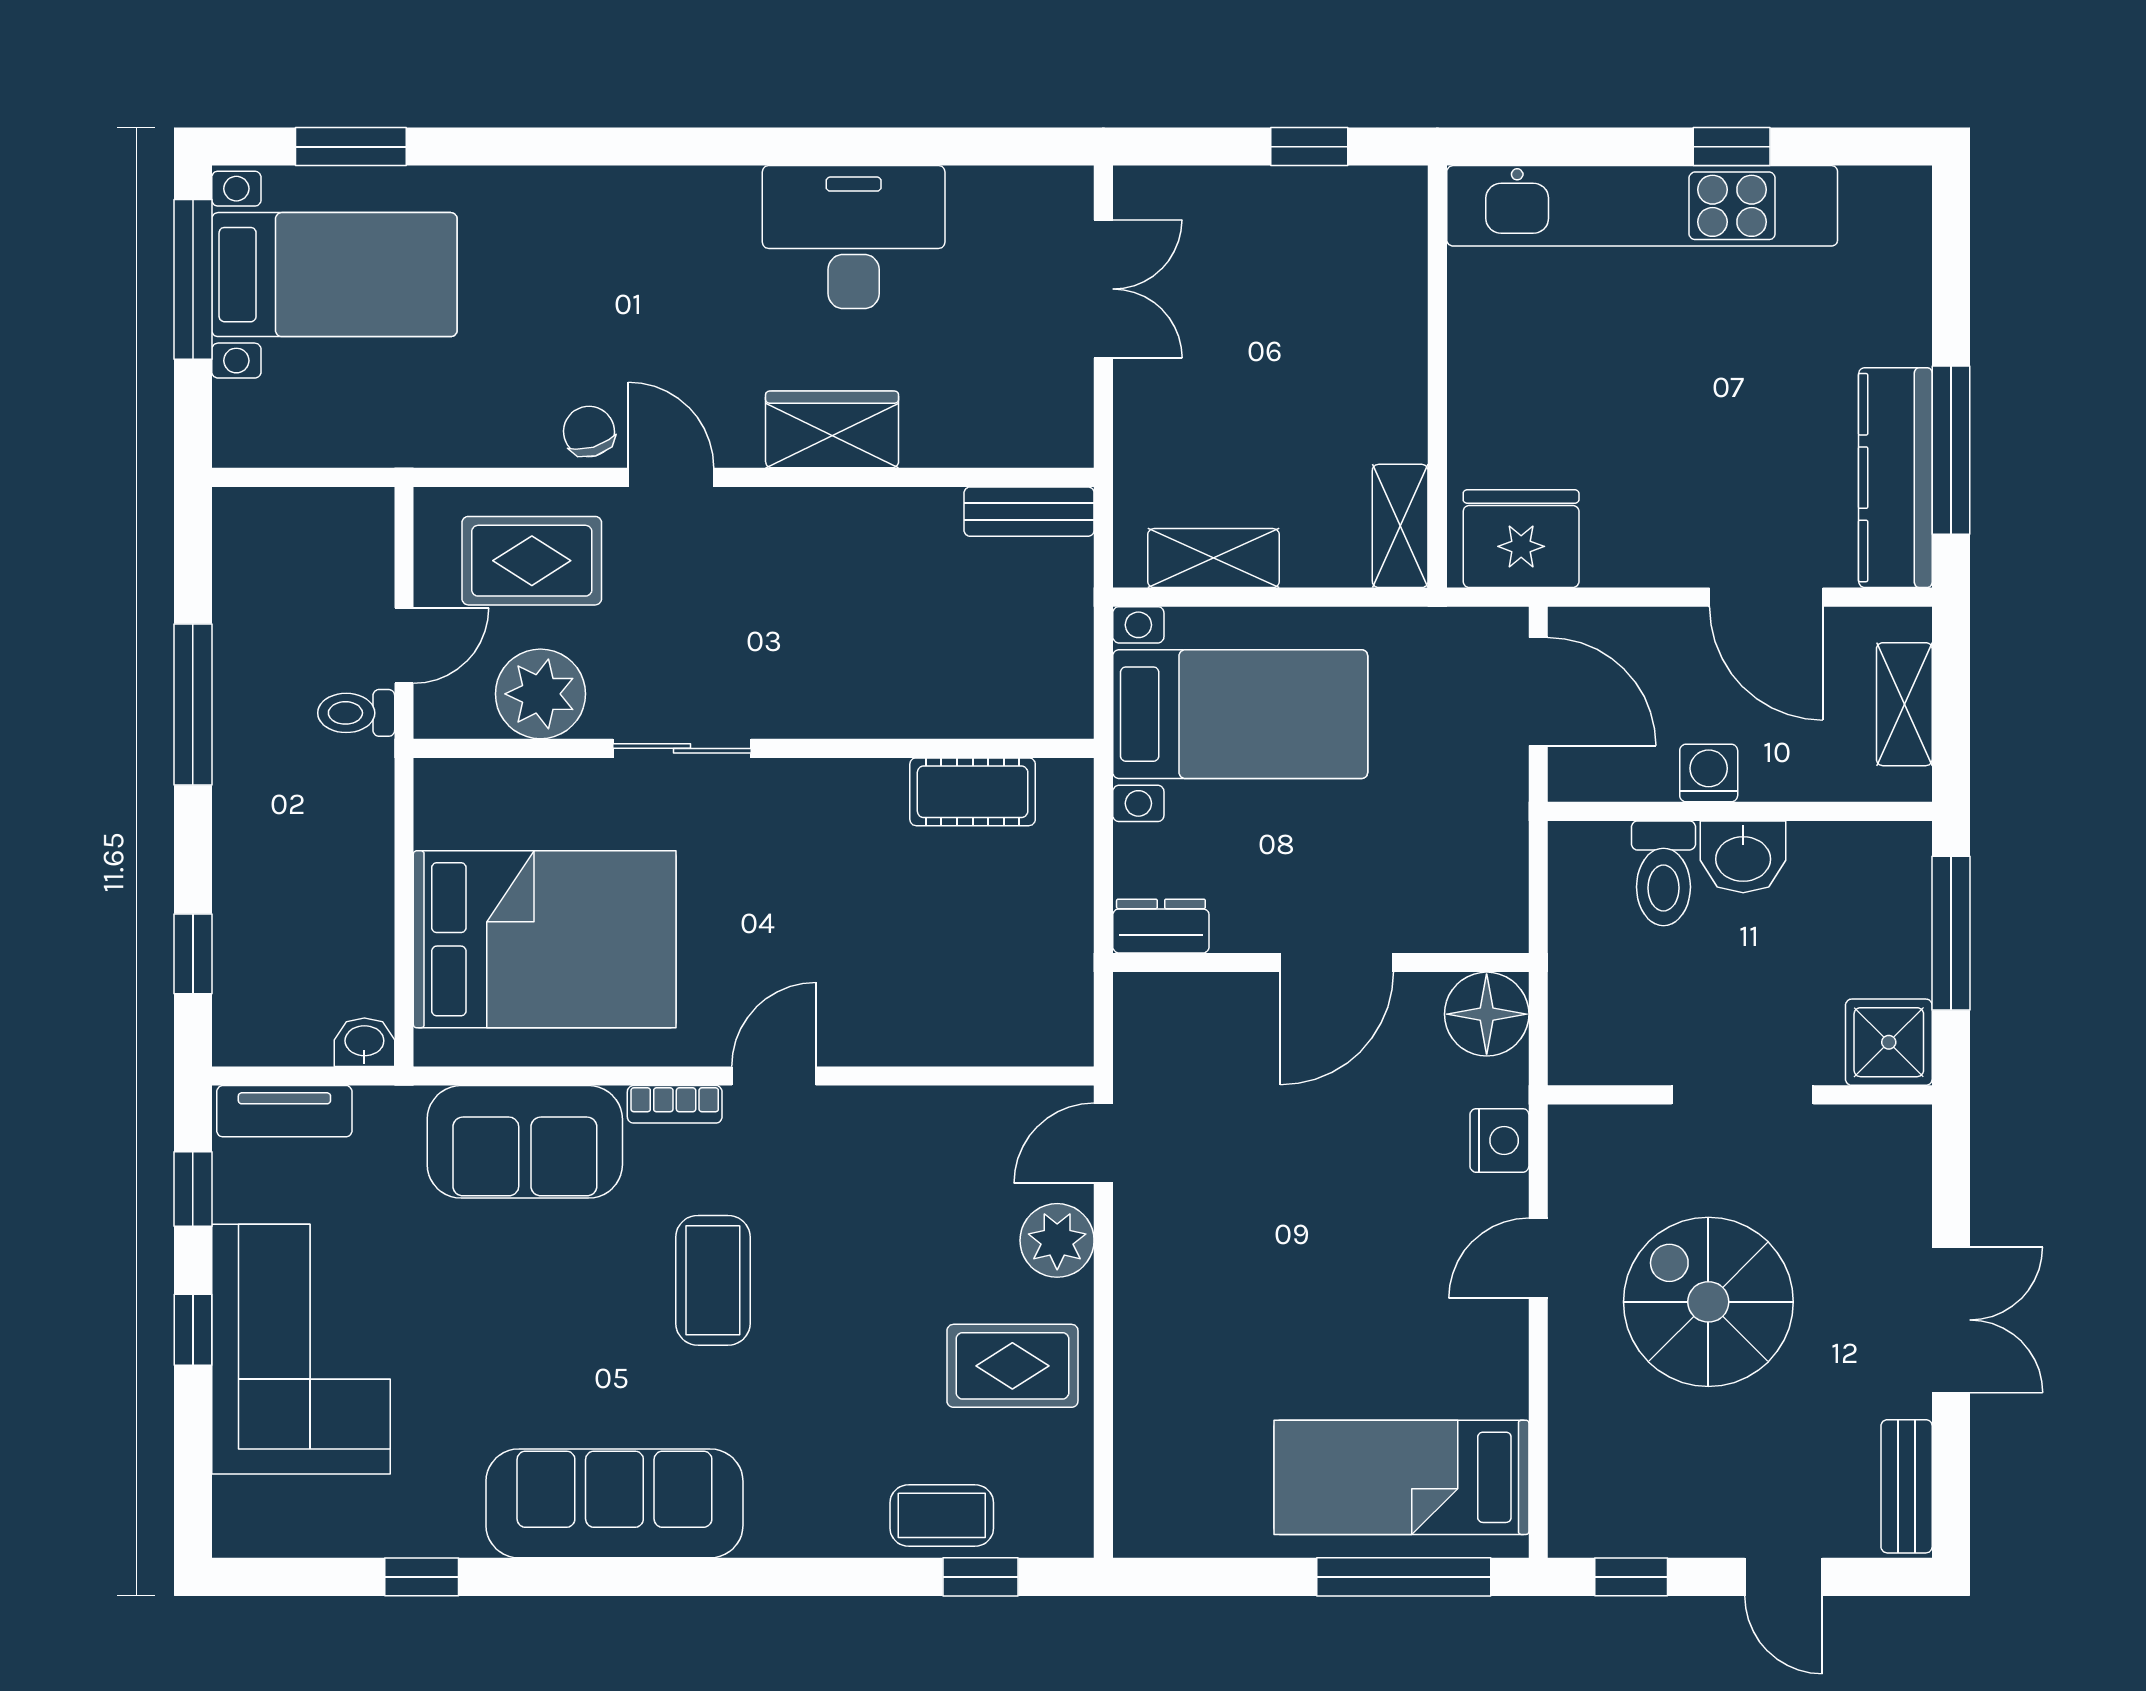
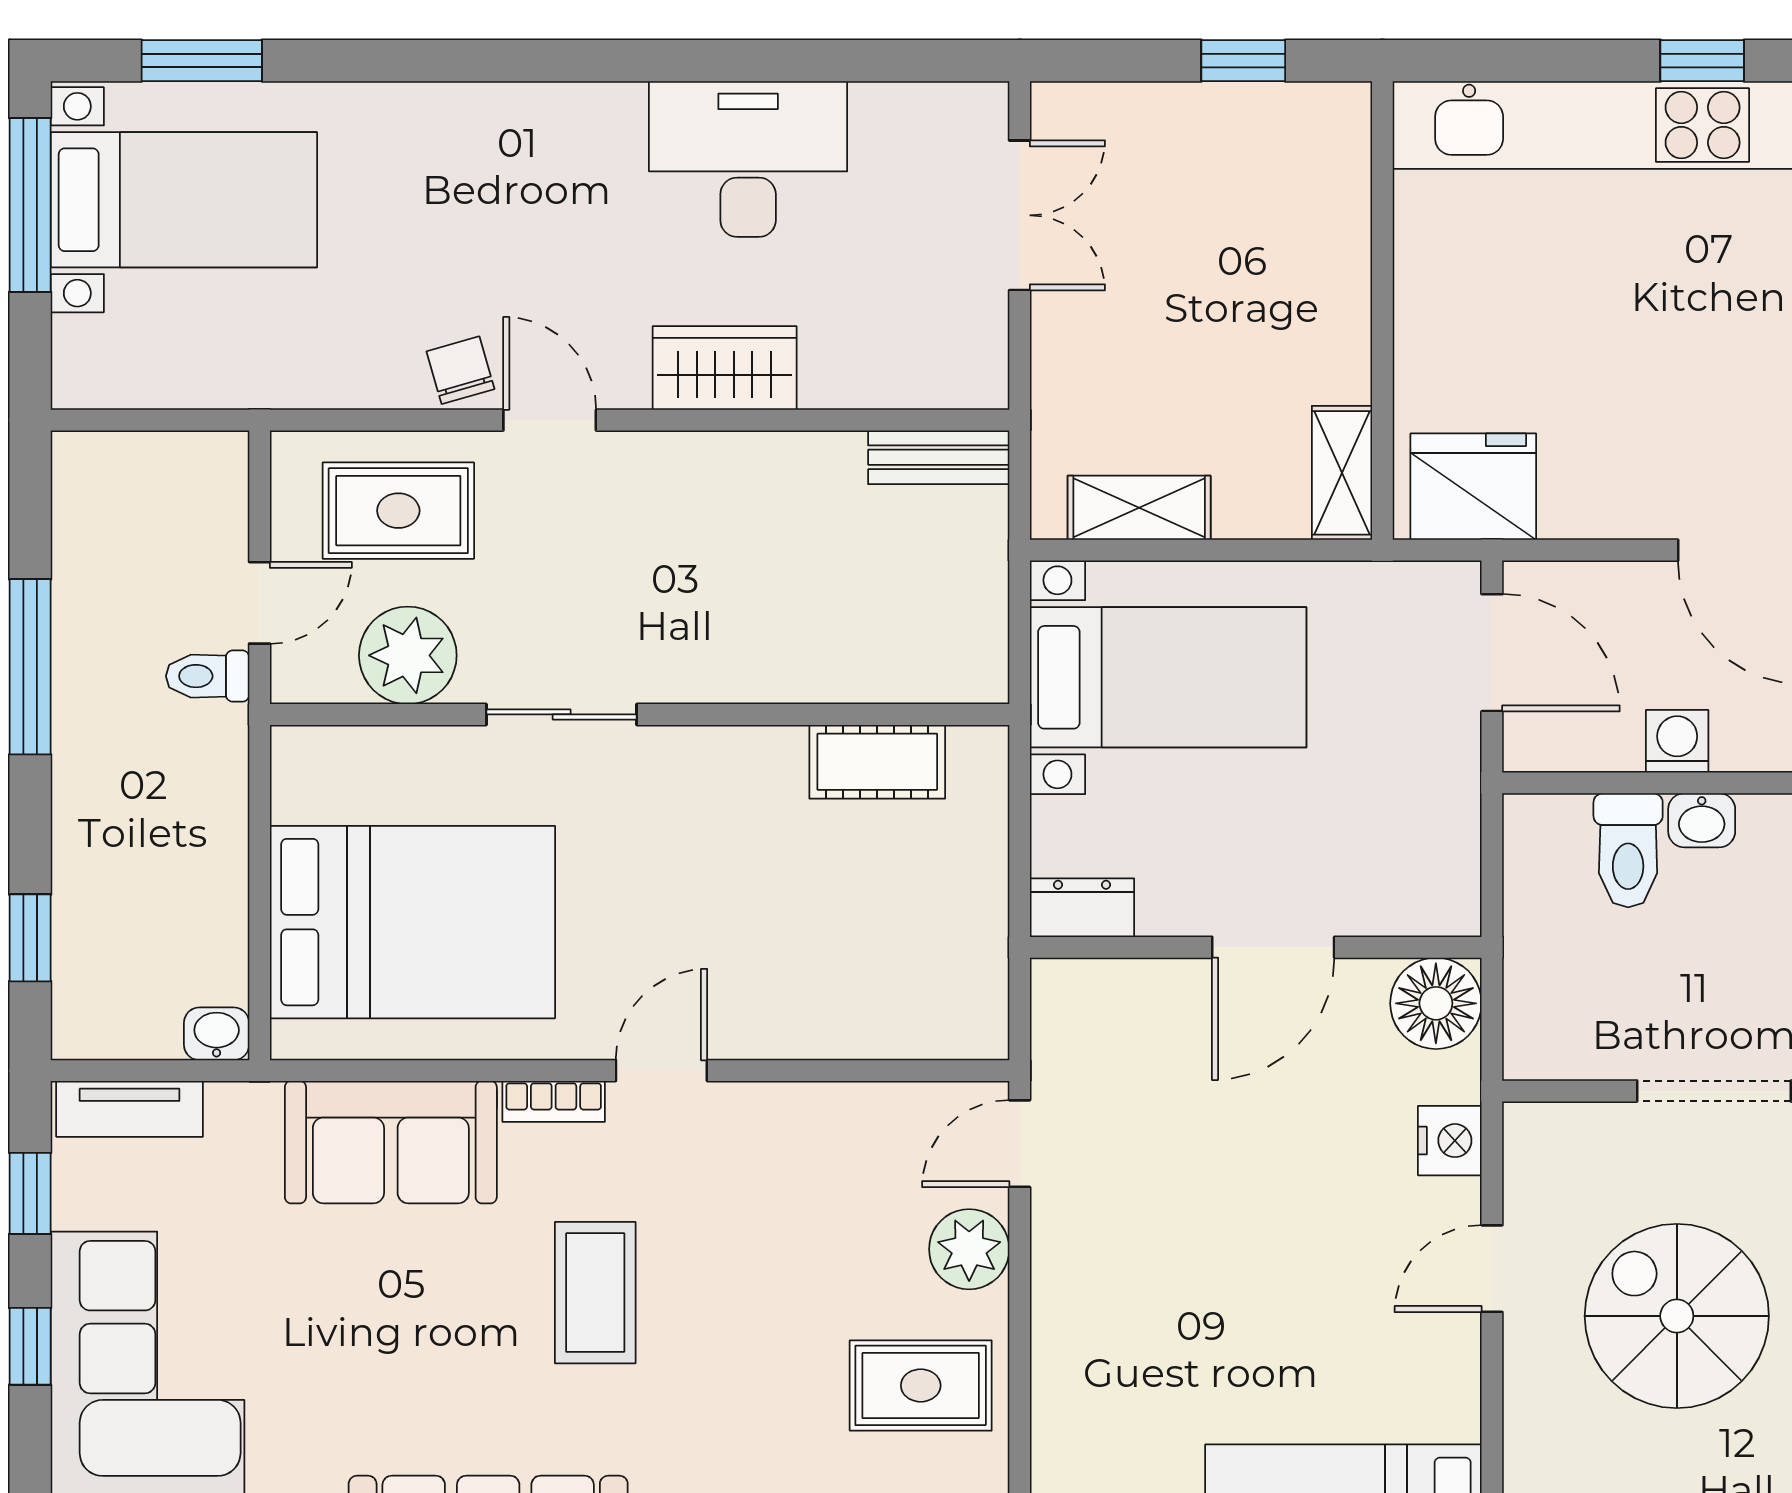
washbasin: (1743, 857) -> (1702, 820), width x0.72, depth x0.69

